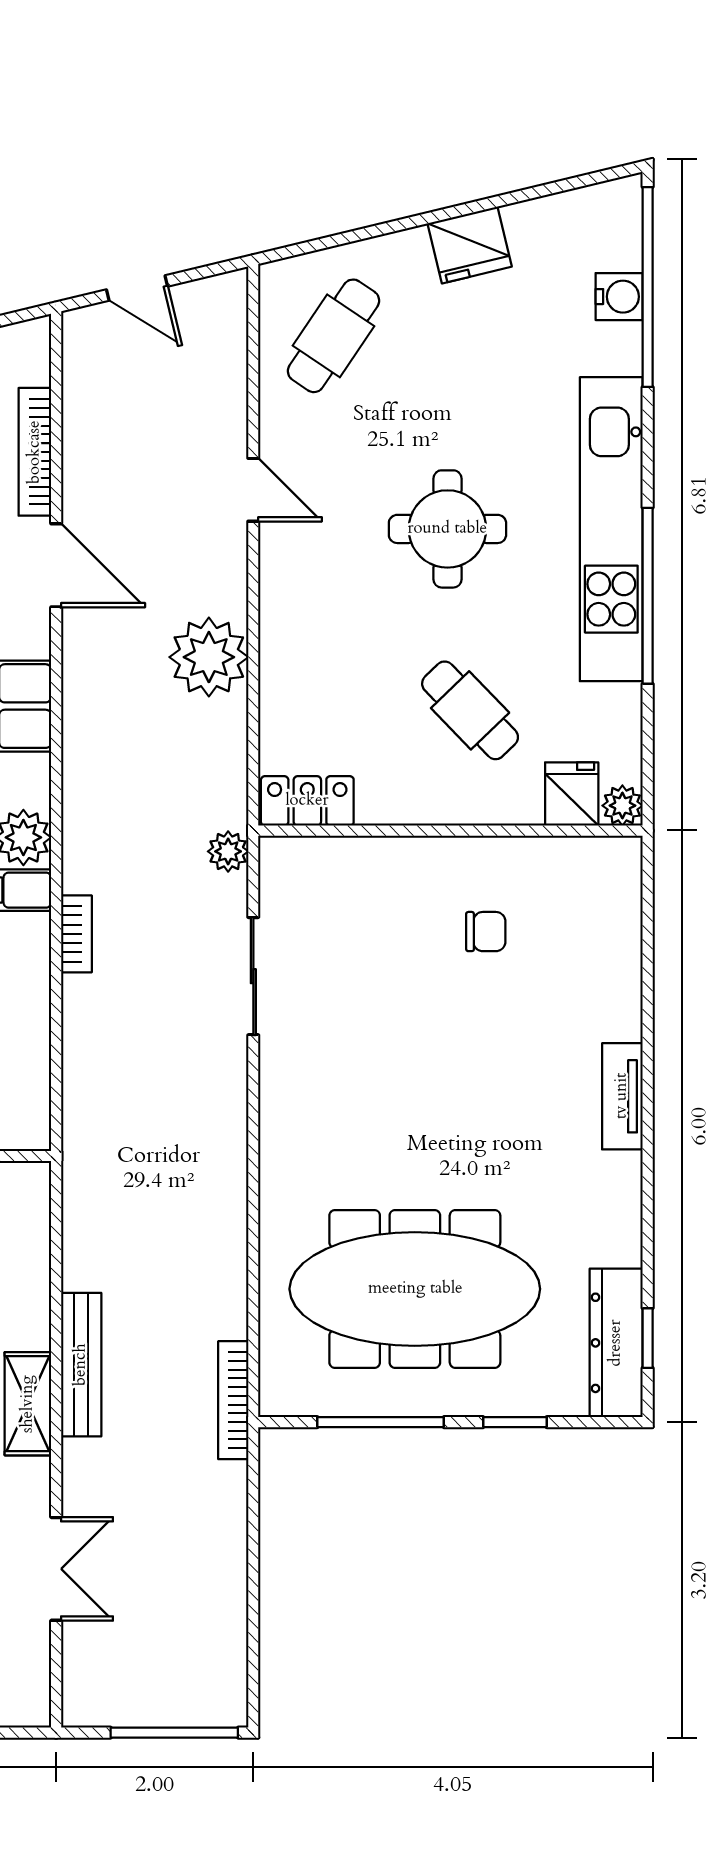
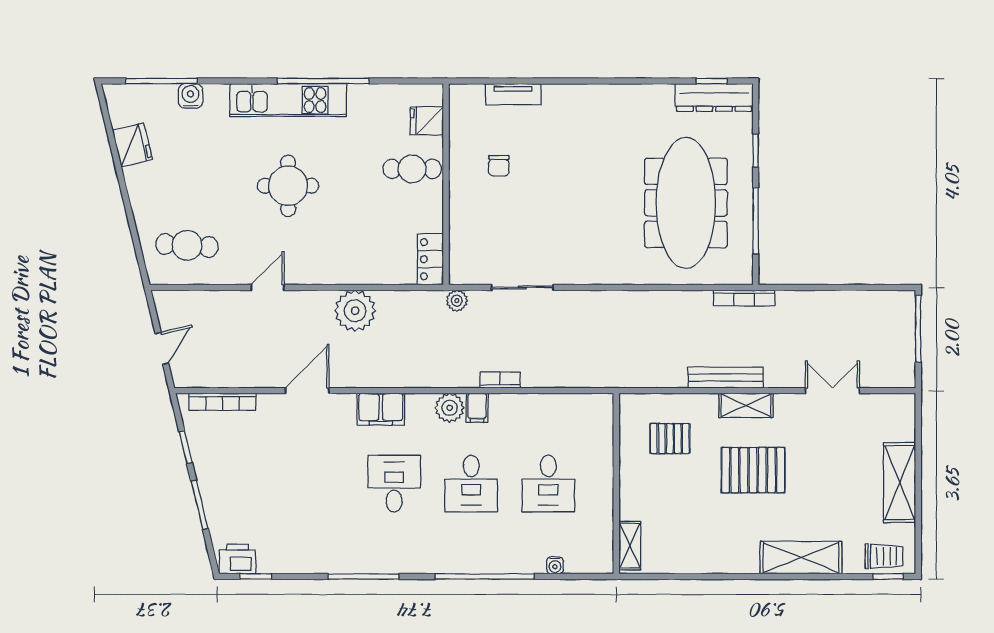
fridge: (470, 245) -> (132, 145), moved
window: (648, 287) -> (161, 81), width x0.68
water cooler: (619, 297) -> (190, 96), moved
cafe table: (333, 336) -> (187, 245), turned -30
bookcase: (35, 452) -> (222, 402), moved
kitchen unit: (611, 529) -> (288, 100), width x0.73
cafe table: (470, 710) -> (412, 169), moved, turned 44
plant: (622, 806) -> (433, 94), removed
chair: (486, 932) -> (499, 166), turned 180
tv unit: (622, 1096) -> (513, 94), moved

